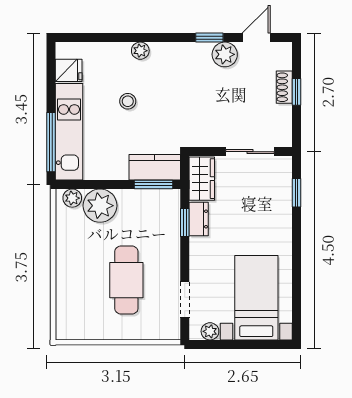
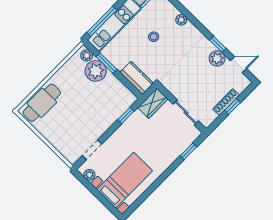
shoe rack: (284, 87) -> (226, 102), width x1.43
window: (153, 184) -> (106, 63), moved
dresser: (199, 219) -> (134, 120), removed
cafe table: (126, 280) -> (42, 103), moved

